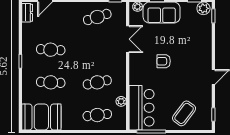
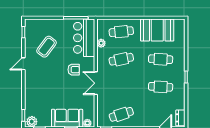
double door: (128, 39) -> (96, 83), moved
armchair: (164, 61) -> (74, 70), moved
coffee table: (184, 113) -> (47, 47), moved
booth: (41, 117) -> (157, 30), moved

